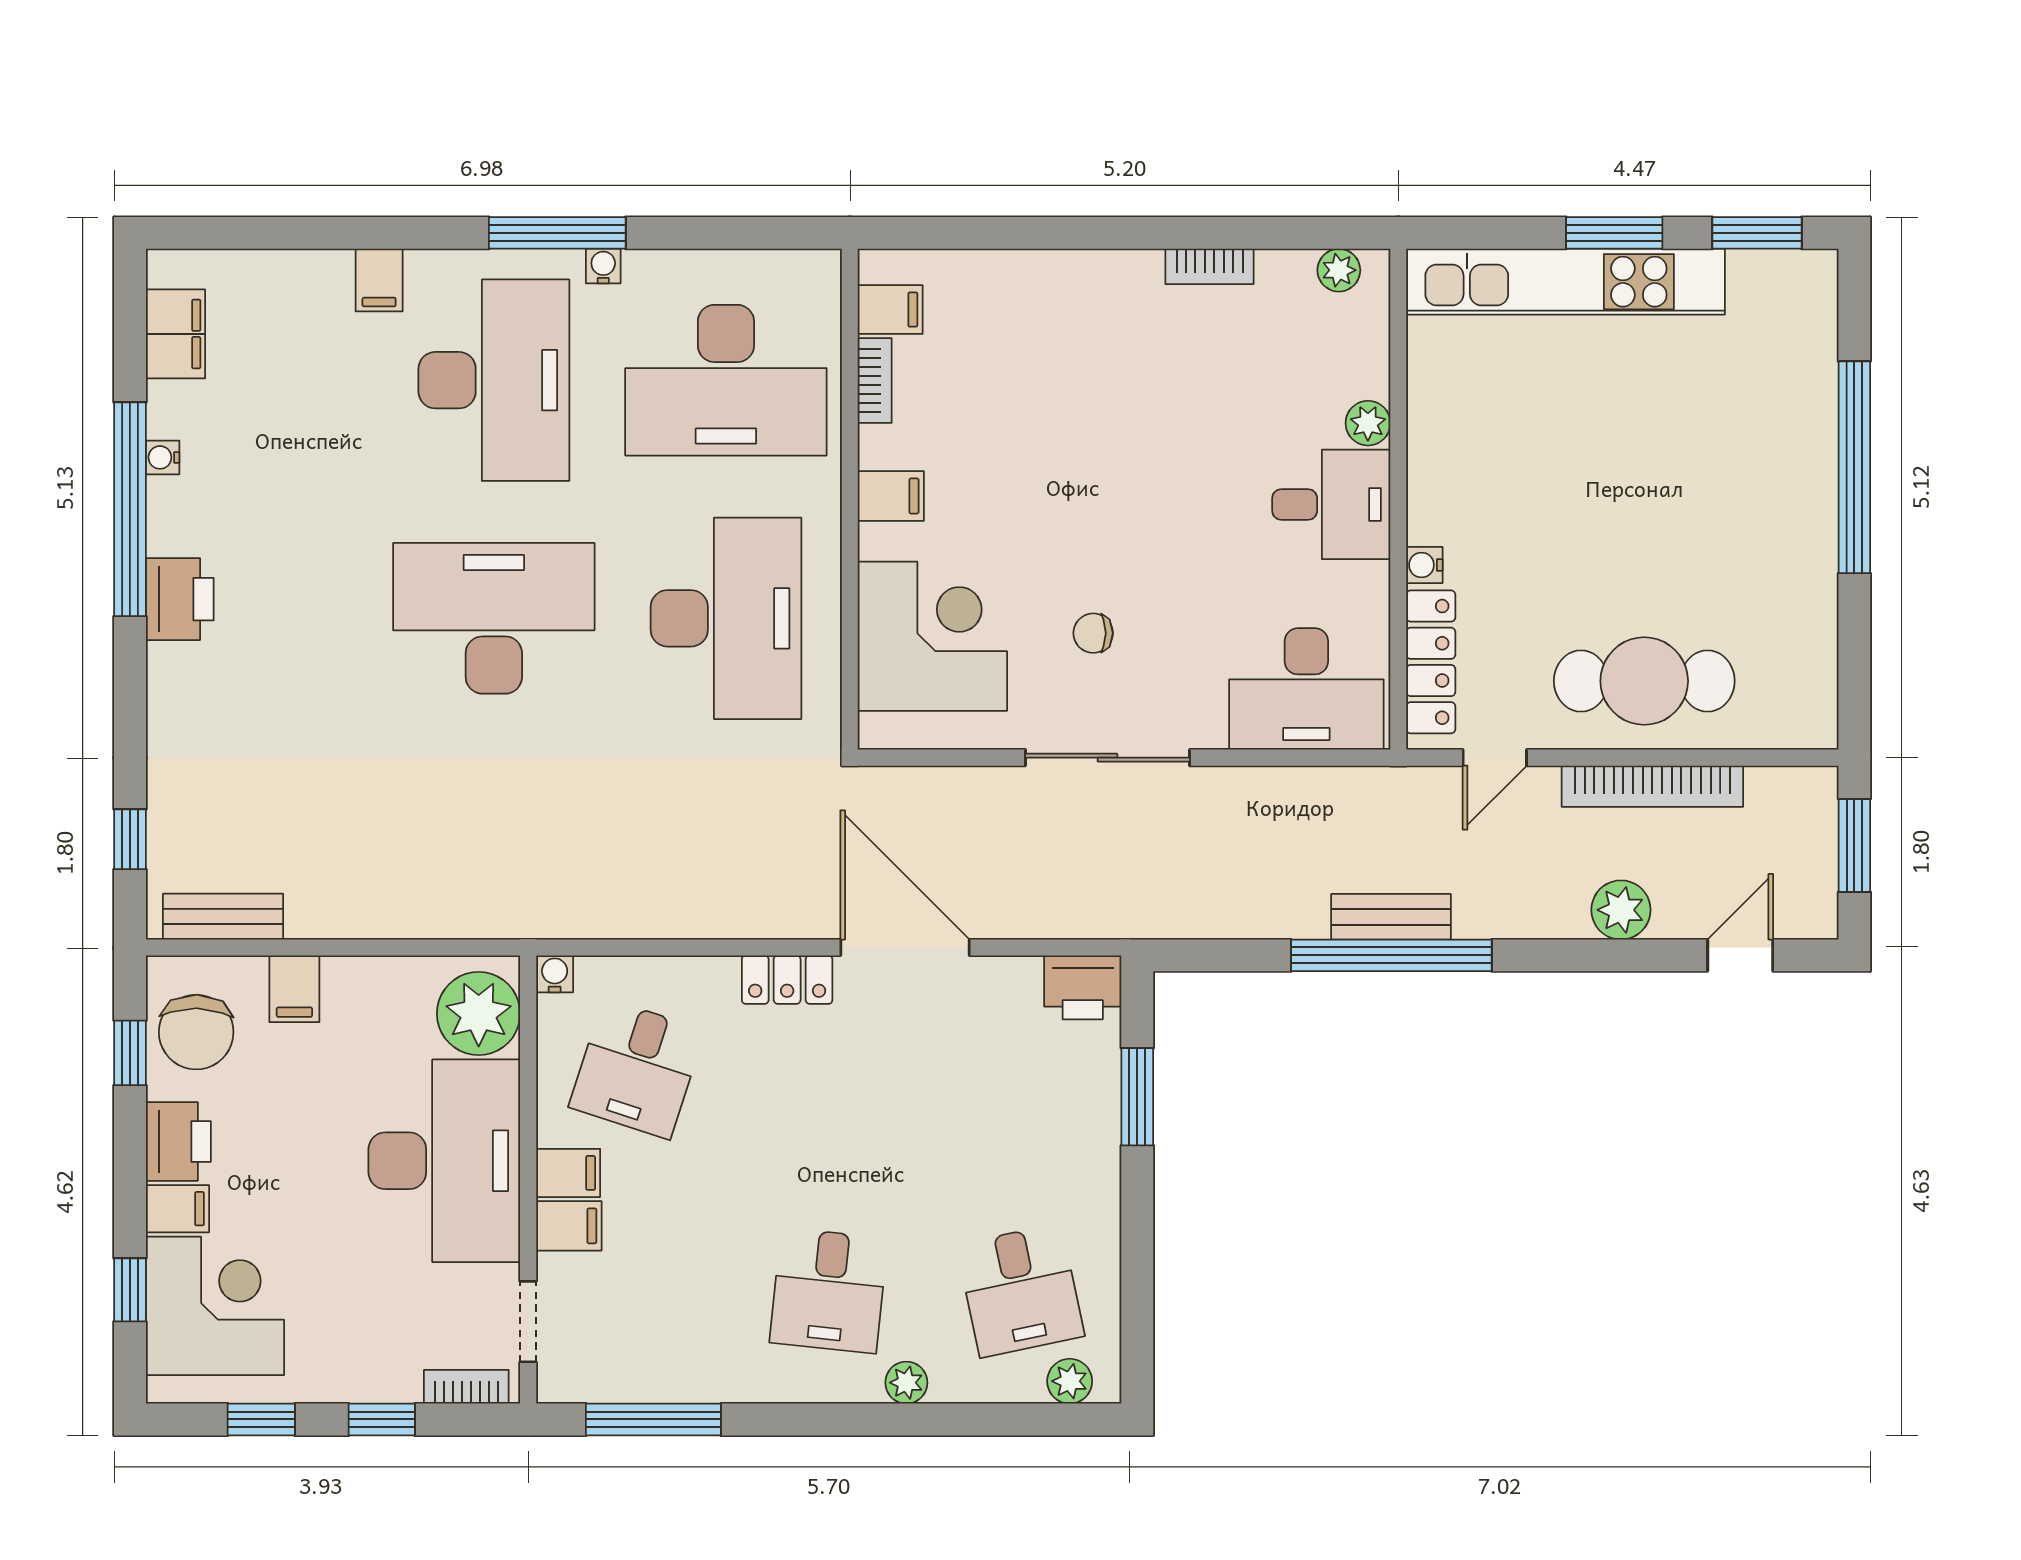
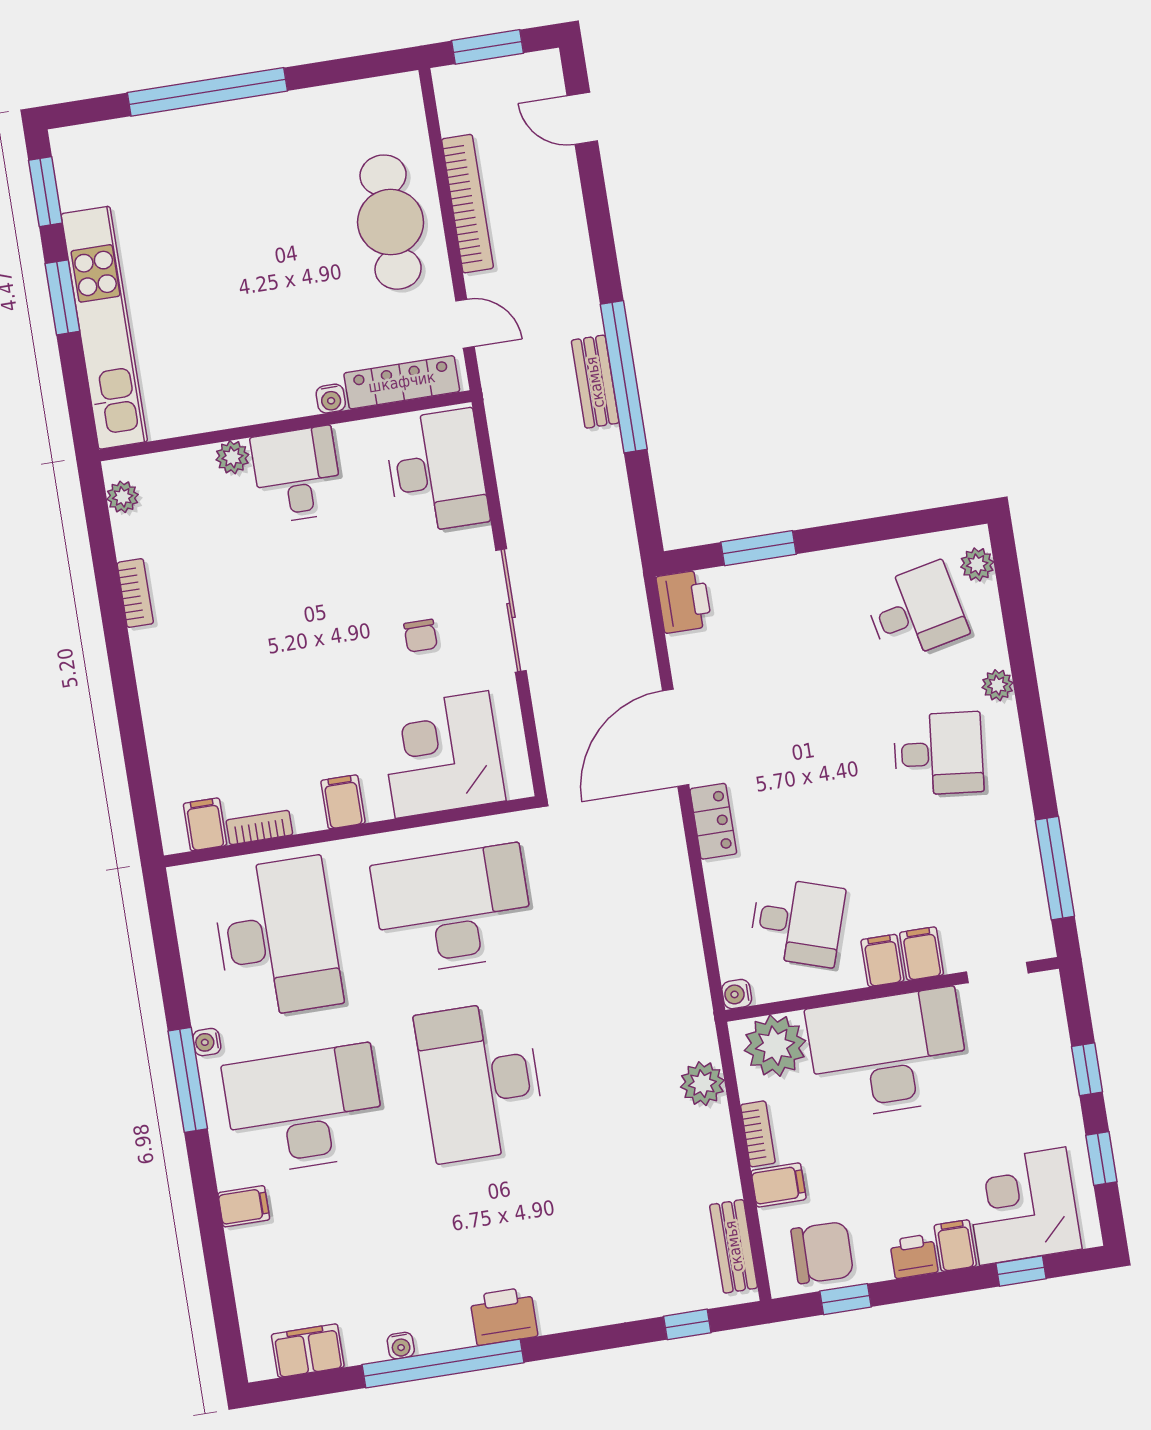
plant: (1621, 910) -> (702, 1084), moved
printer: (178, 1141) -> (914, 1256), width x0.73, depth x0.81
bookcase: (466, 1387) -> (758, 1134), moved, turned 180

